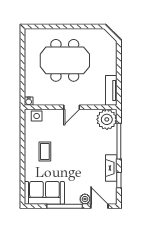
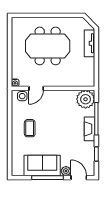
tv unit: (111, 90) -> (90, 43), moved
door: (72, 107) -> (36, 88), moved
fireplace: (111, 168) -> (90, 129), moved
sofa: (44, 193) -> (42, 165), moved

